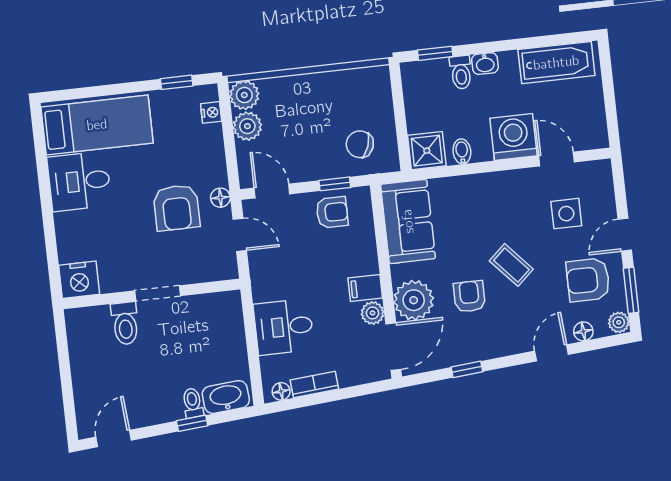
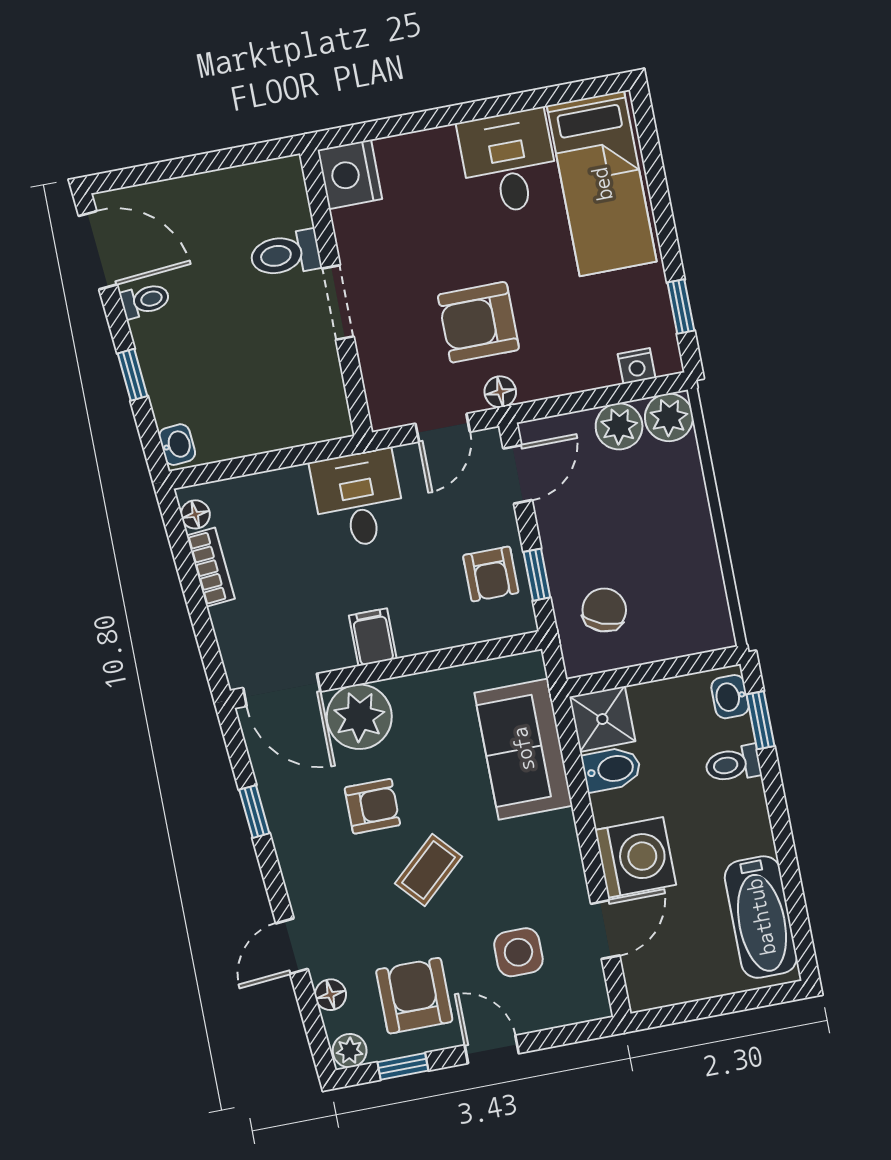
washbasin: (485, 64) -> (730, 697), moved
bidet: (462, 151) -> (612, 769), width x1.38, depth x1.36
sofa: (408, 221) -> (523, 749), moved, turned 90
window: (631, 290) -> (403, 1066), width x0.67
plant: (373, 313) -> (333, 652), removed
desk: (284, 327) -> (358, 499), moved
door: (552, 353) -> (292, 946), swing flipped
washbasin: (226, 397) -> (177, 445), width x0.52, depth x0.69
toilet: (193, 403) -> (145, 300), moved
door: (114, 439) -> (98, 250), width x1.38

